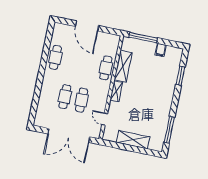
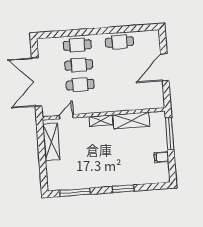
cafe table: (106, 68) -> (77, 45), moved
window: (181, 76) -> (123, 189), moved
shelving: (133, 140) -> (51, 142), moved

